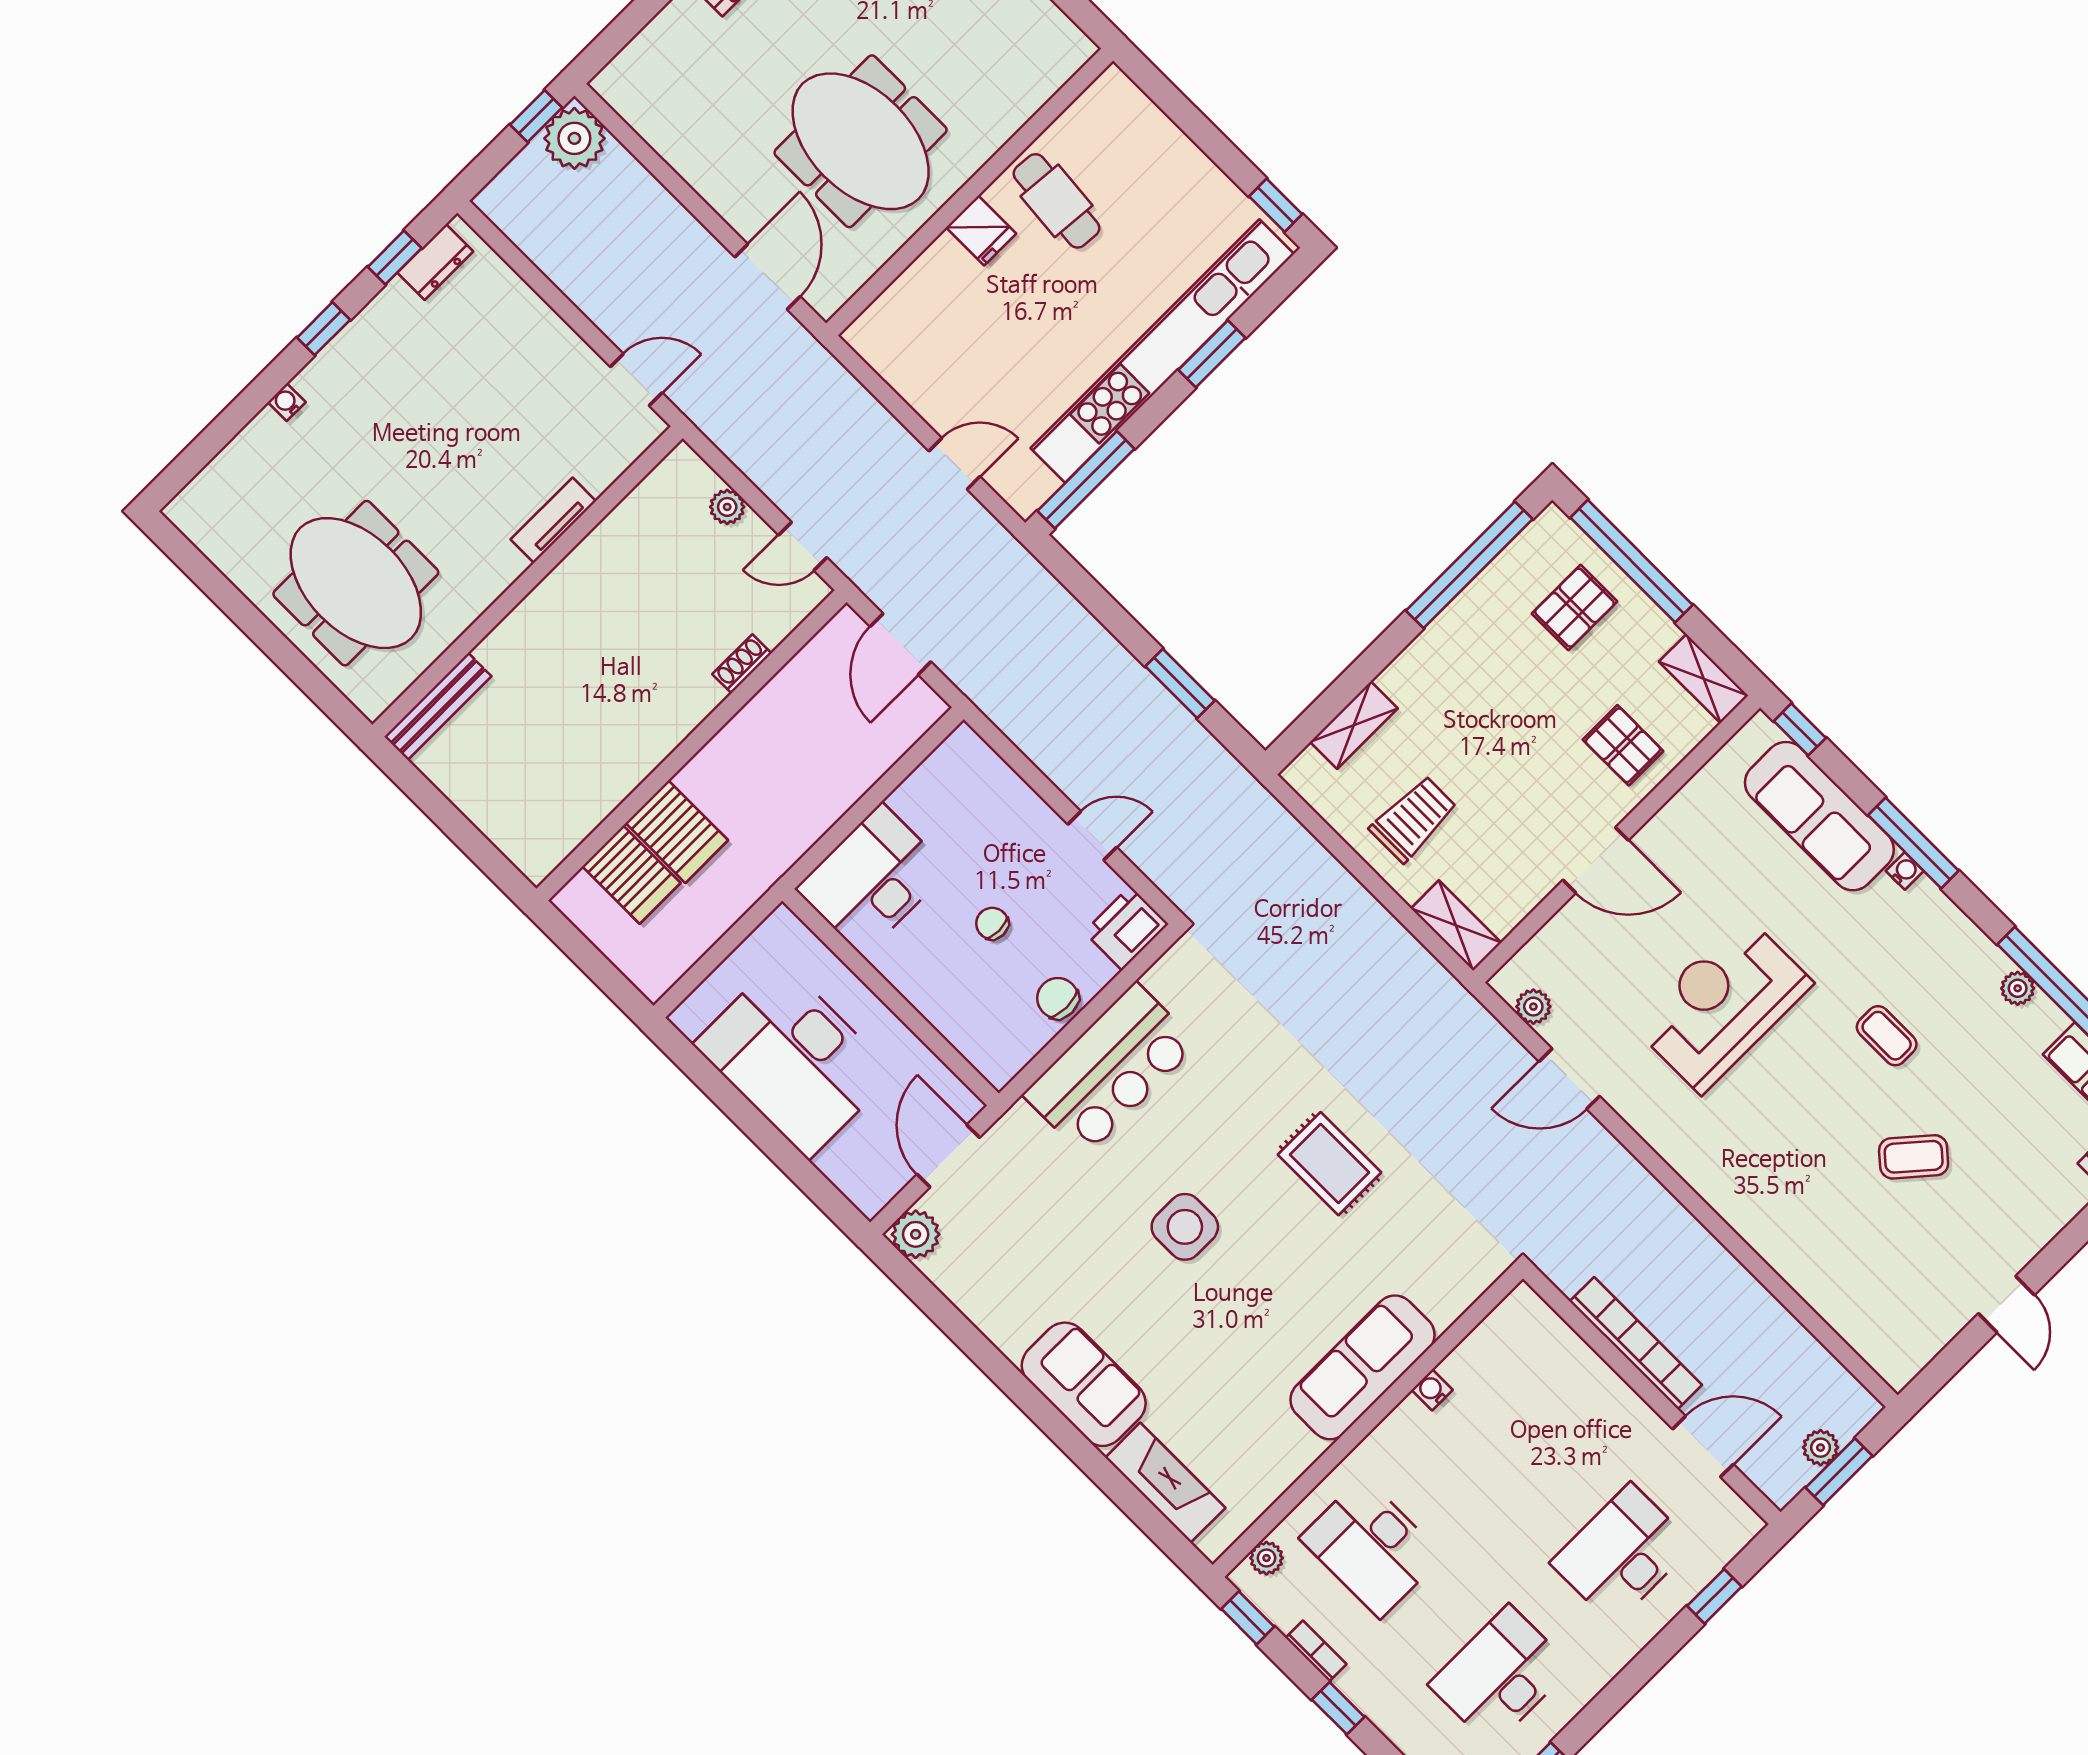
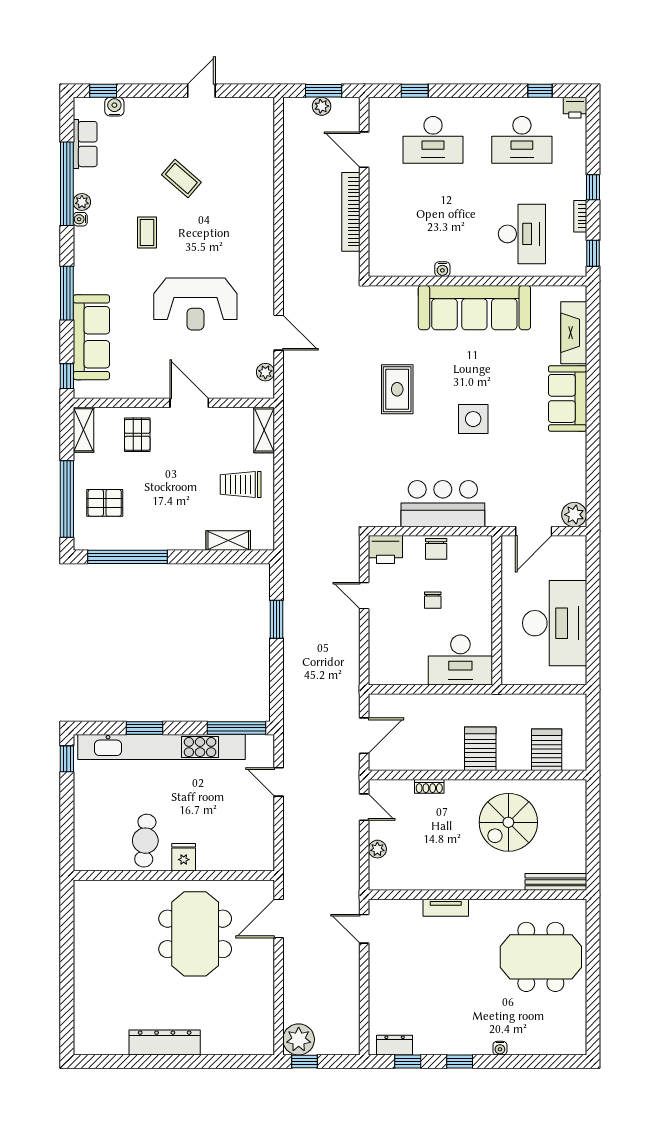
meeting table: (356, 583) -> (541, 957), turned 90
spiral stairs: (585, 723) -> (508, 822), added
server rack: (677, 832) -> (480, 749), moved
water cooler: (1905, 871) -> (80, 219), moved
sofa: (1363, 1367) -> (474, 308), width x1.36, depth x1.27
plant: (1266, 1558) -> (564, 268), removed

